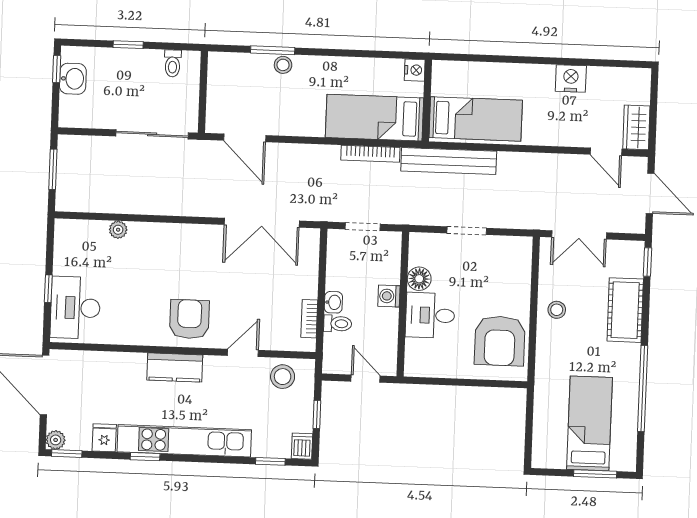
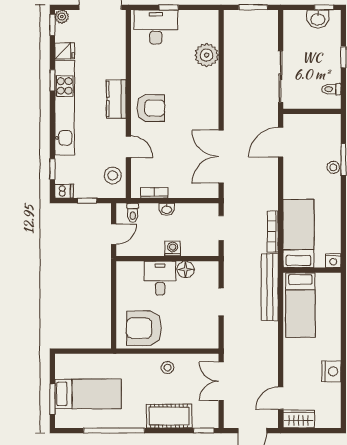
plant: (118, 230) -> (207, 55), width x1.88, depth x1.88
toilet: (338, 324) -> (133, 213), moved

